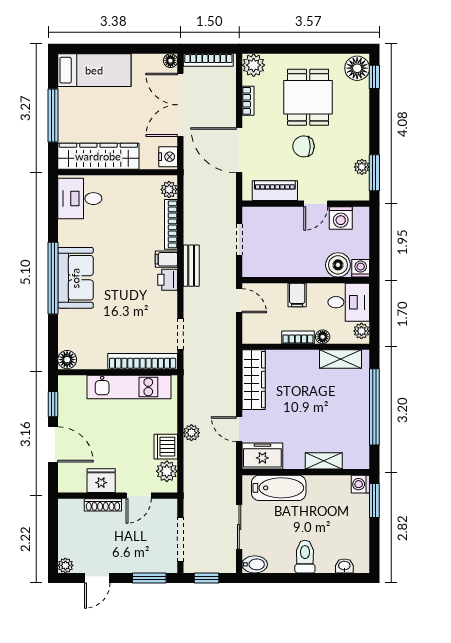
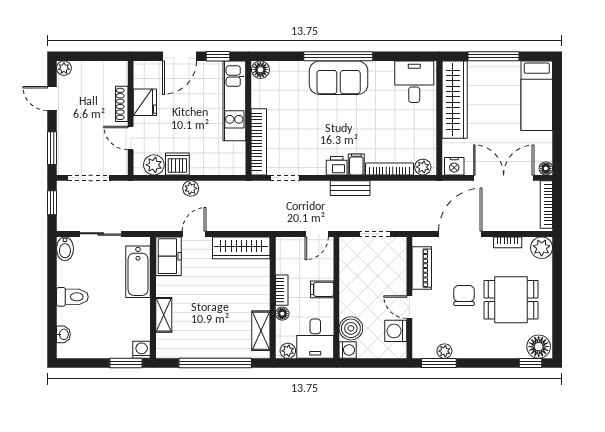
kitchen unit: (129, 387) -> (234, 101), moved

